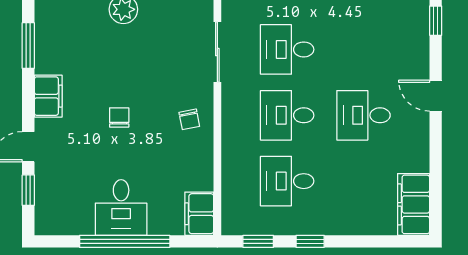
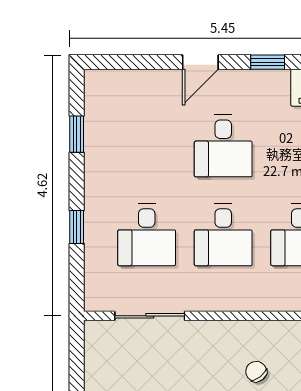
window: (436, 21) -> (268, 62), moved
chair: (189, 119) -> (256, 372), moved, turned -117

